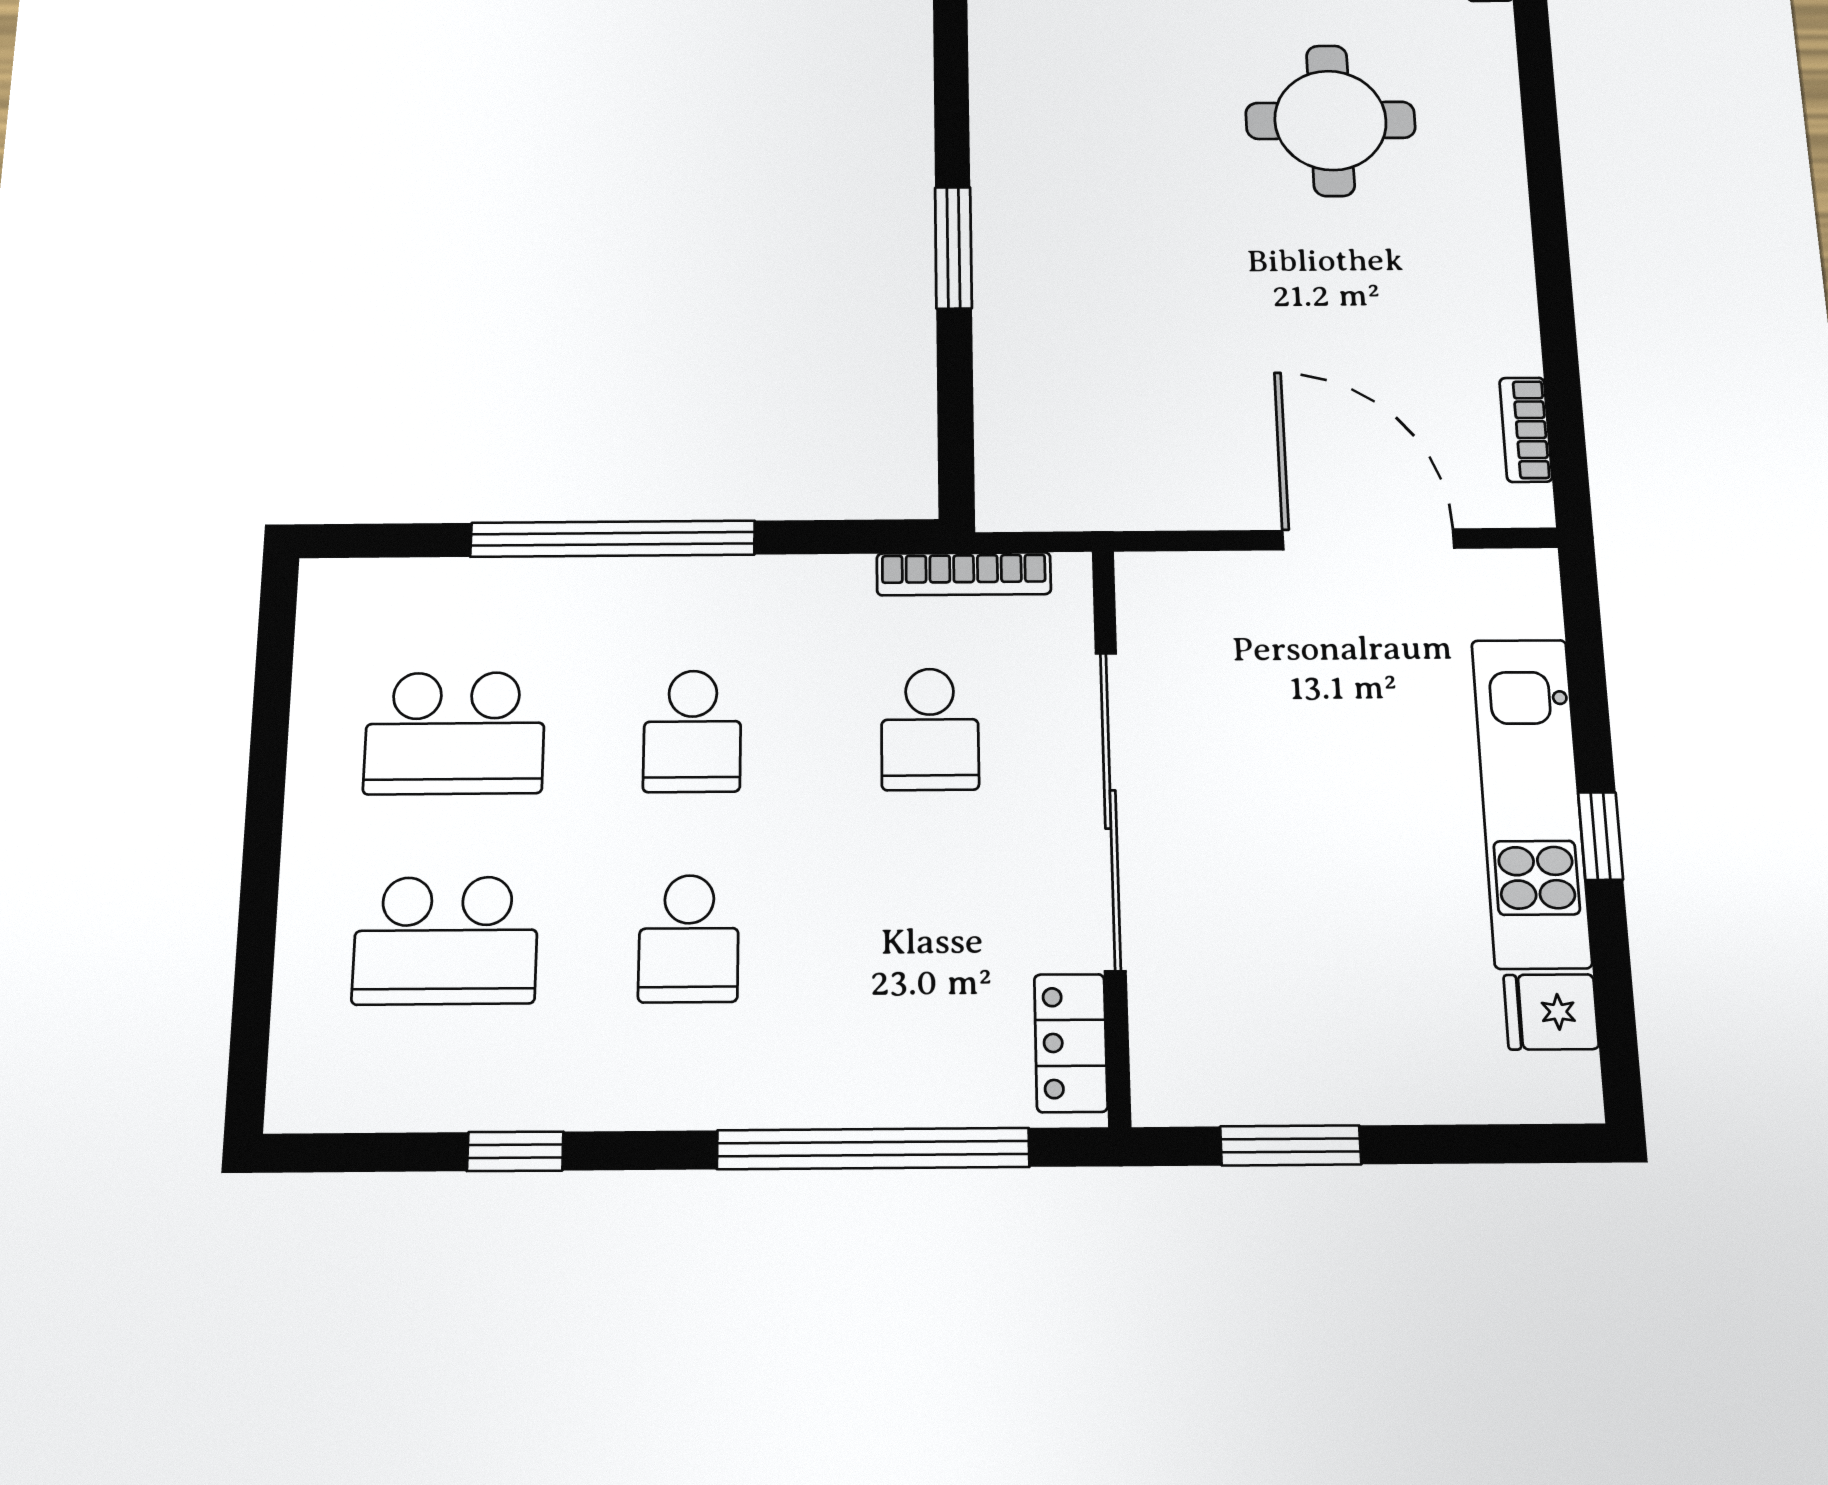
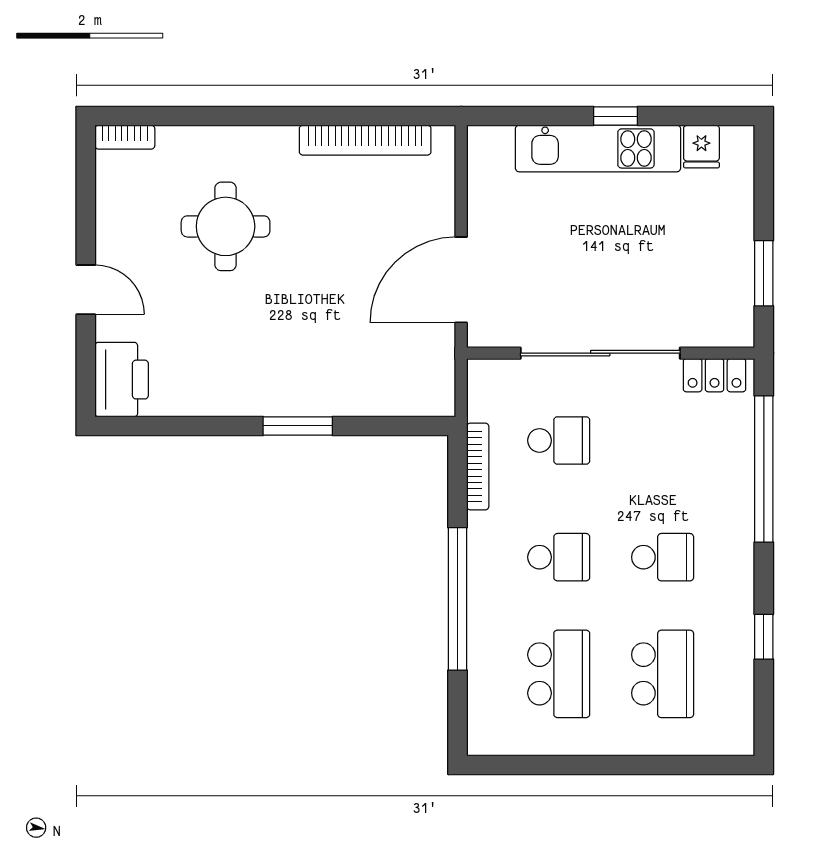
bookcase: (1526, 430) -> (365, 140), width x2.31, depth x1.31
door: (1368, 539) -> (461, 280), moved
bookcase: (964, 574) -> (478, 466), moved

